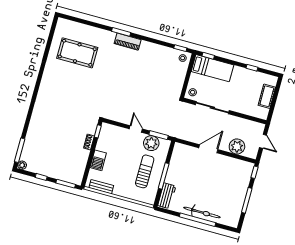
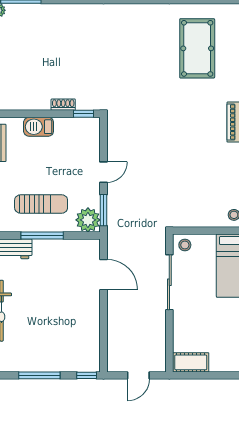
cot: (267, 96) -> (191, 362), moved
plant: (151, 143) -> (88, 220), moved
plant: (237, 147) -> (119, 337), removed
door: (208, 149) -> (104, 275), moved

